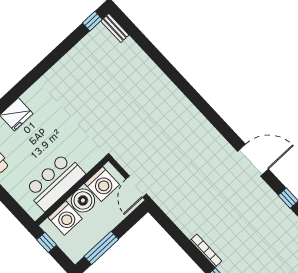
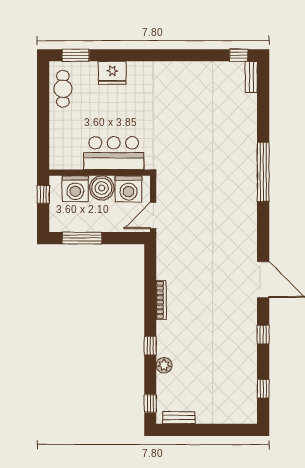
window: (184, 86) -> (263, 172), added
bar counter: (55, 182) -> (114, 153), moved
bookcase: (206, 251) -> (161, 300), moved

